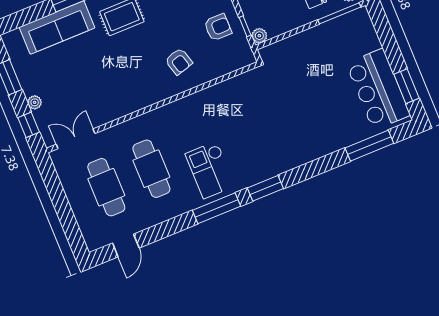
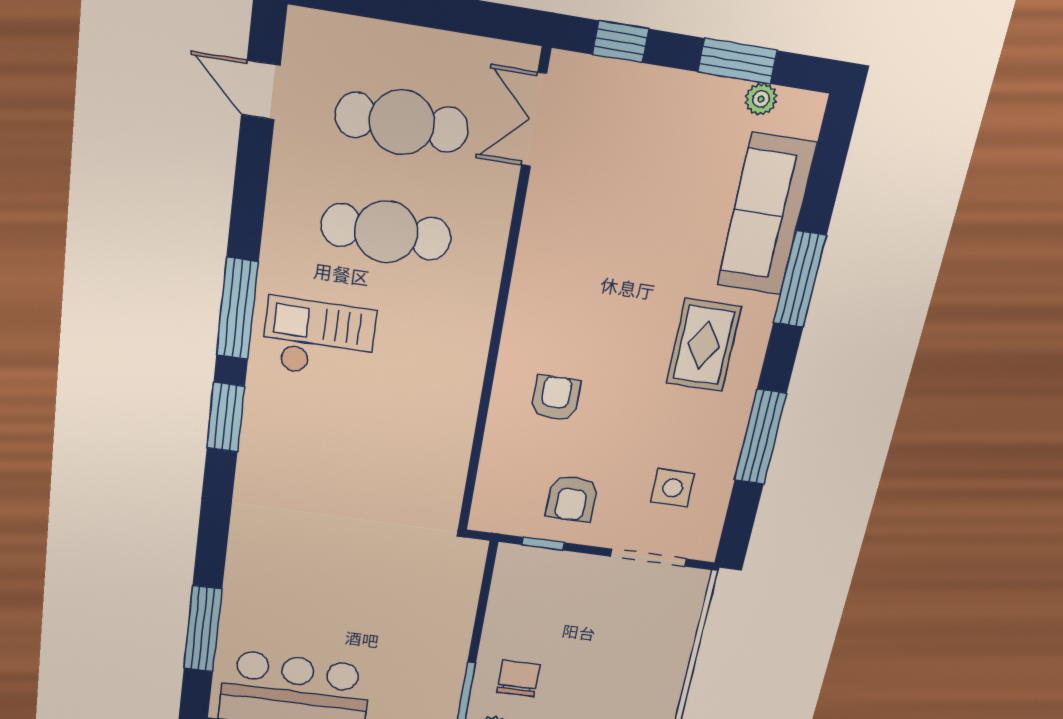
plant: (259, 36) -> (511, 558), removed
armchair: (179, 62) -> (556, 398), turned 106
plant: (35, 102) -> (761, 99), moved
double door: (76, 139) -> (534, 120), swing flipped

